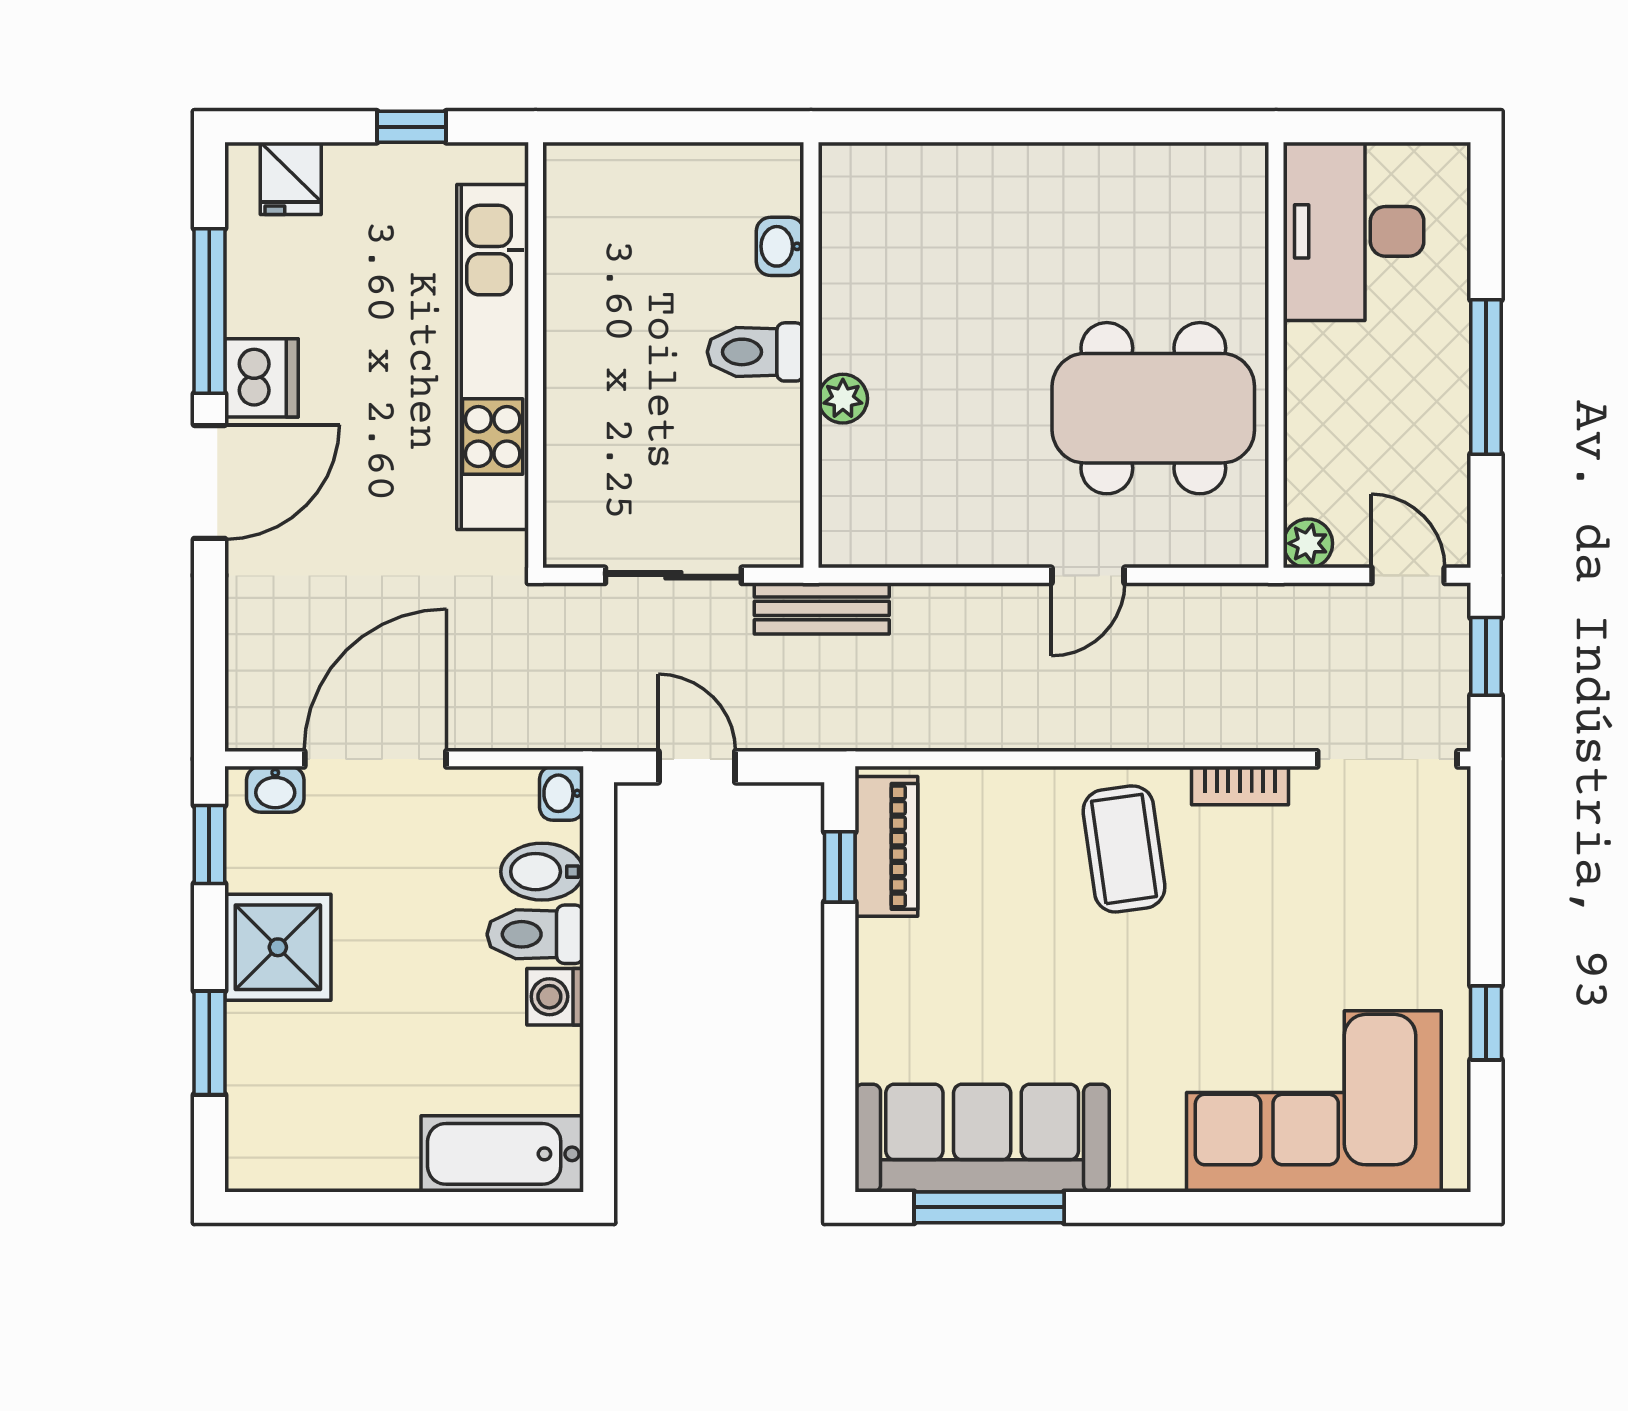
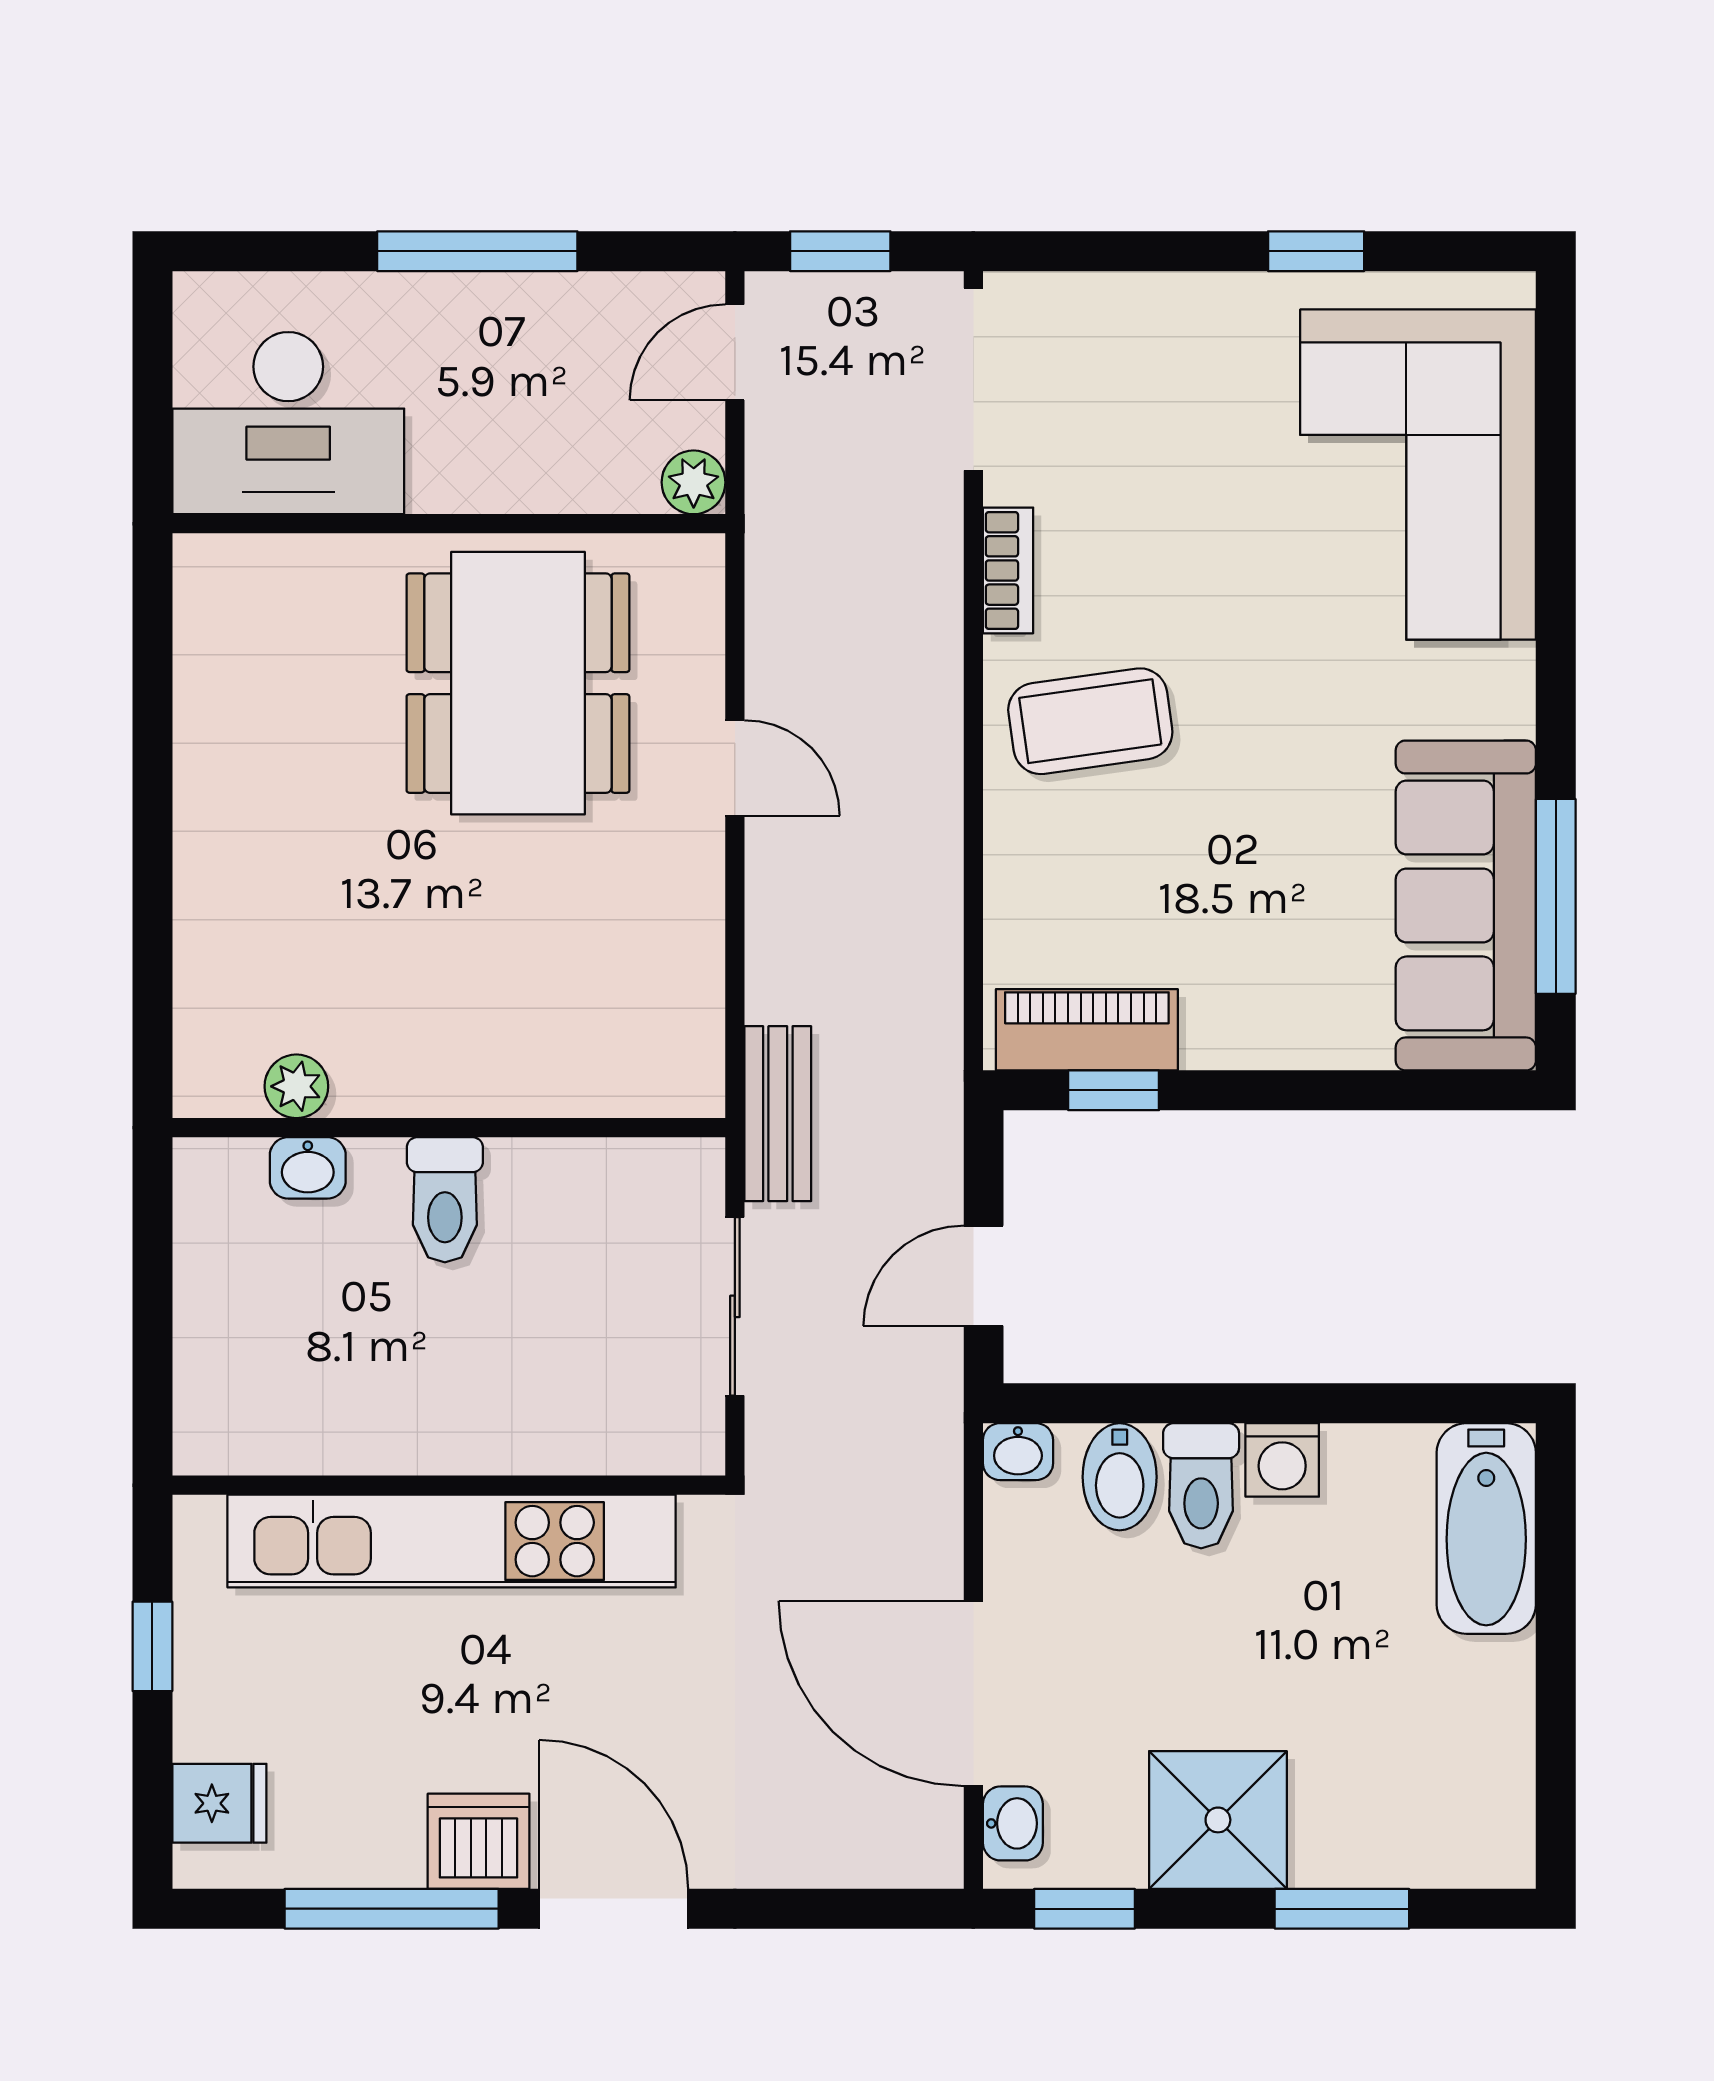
plant: (843, 399) -> (296, 1086), moved

